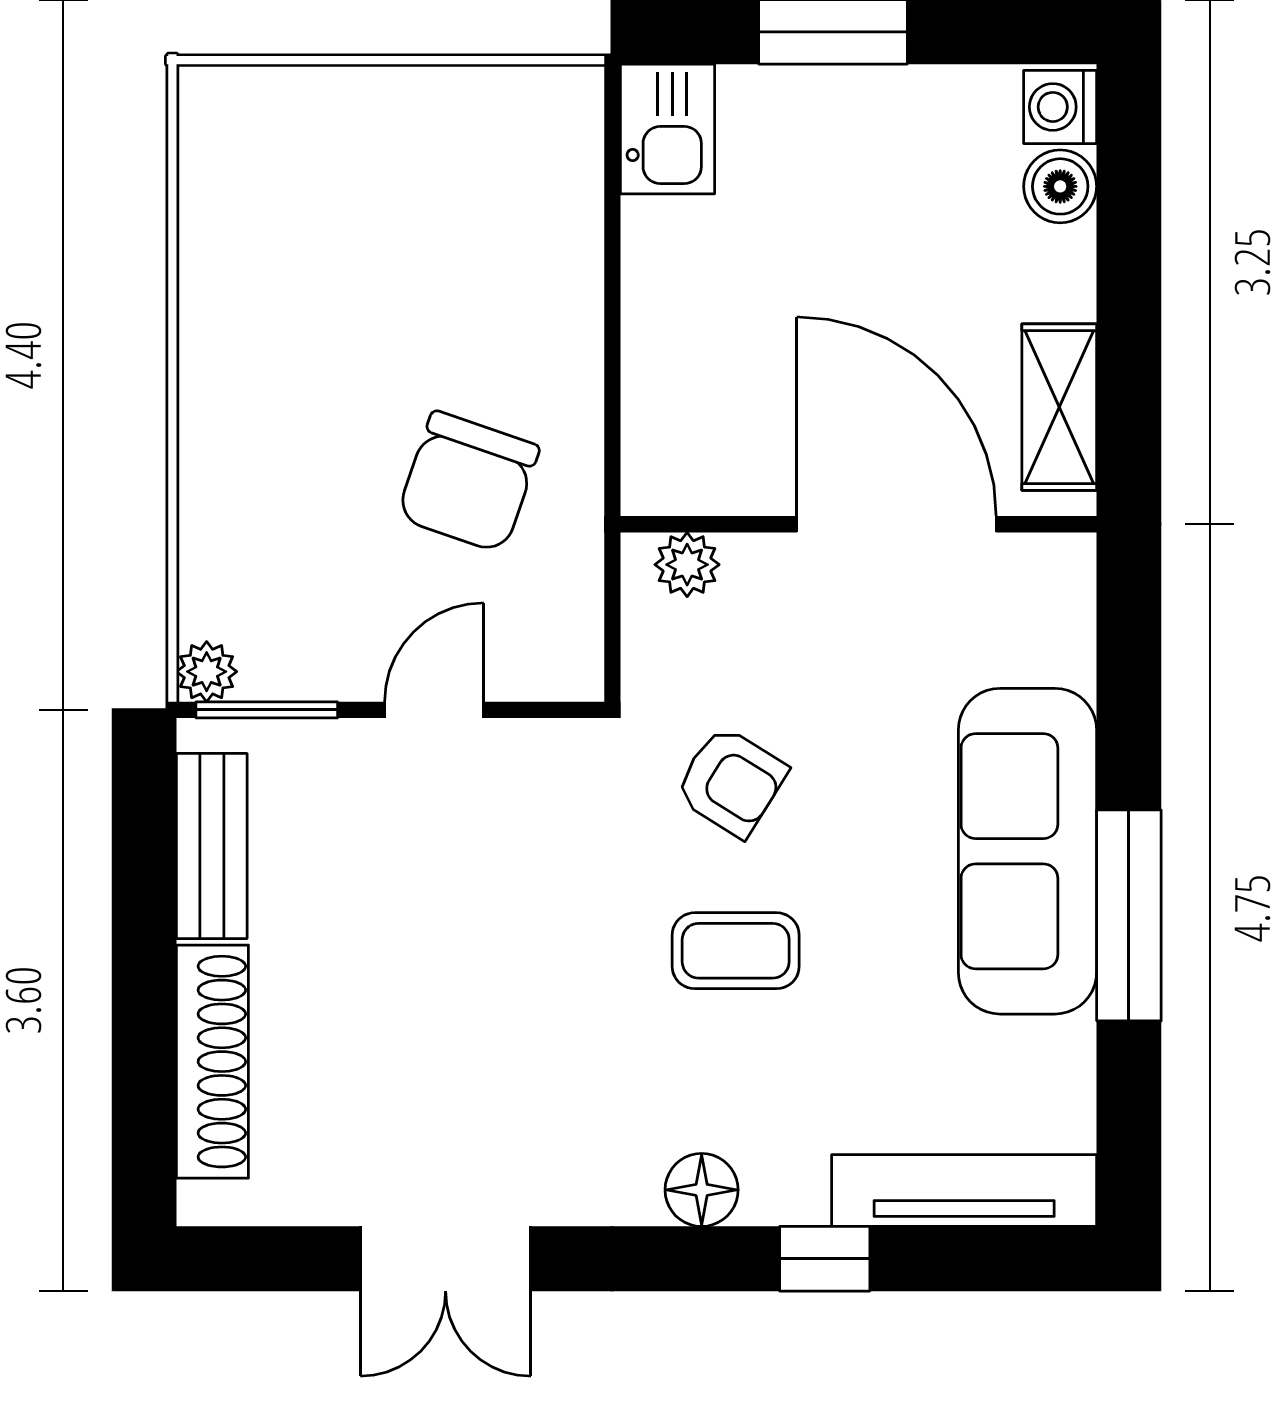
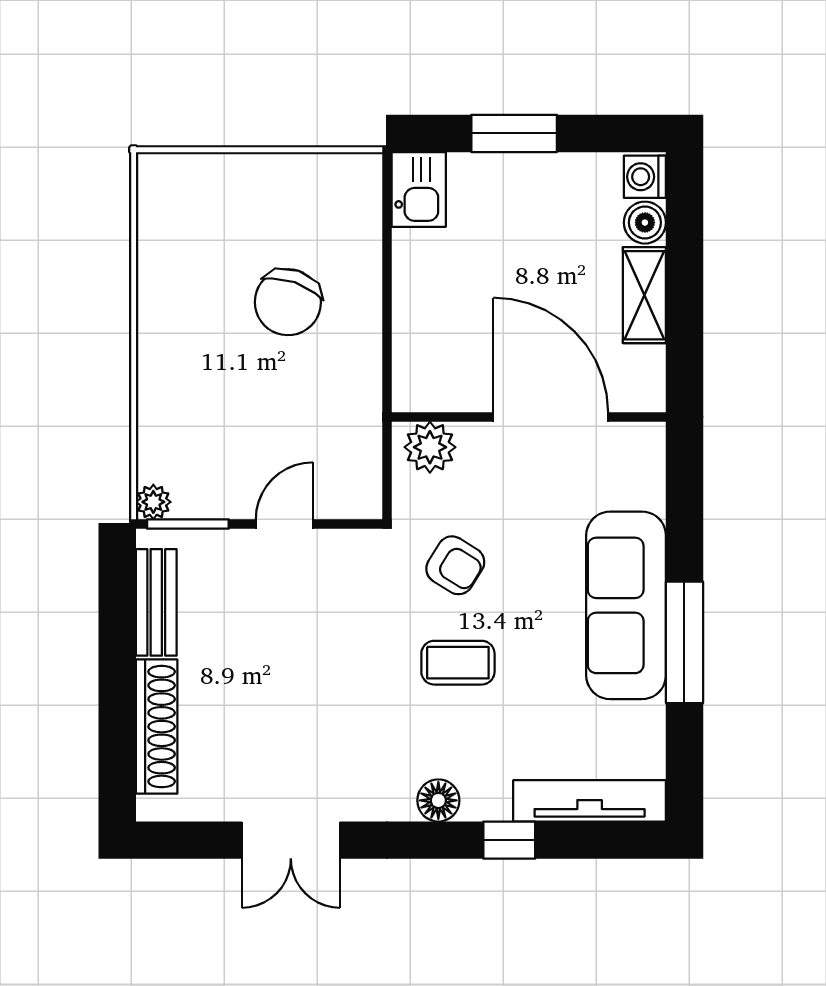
shelving: (1059, 407) -> (644, 295), moved
chair: (468, 482) -> (288, 302), moved
plant: (687, 565) -> (430, 447), width x1.38, depth x1.38

